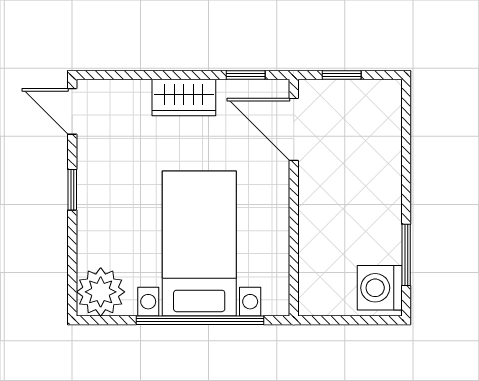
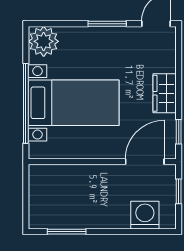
window: (72, 190) -> (107, 24), width x1.50
washing machine: (380, 288) -> (145, 215), moved

